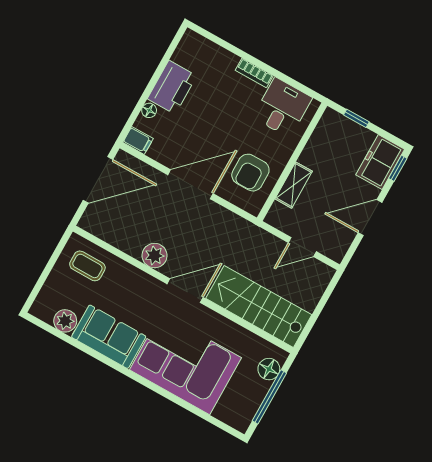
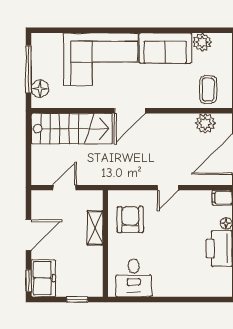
bookcase: (254, 73) -> (167, 291), removed
door: (190, 184) -> (168, 188), width x0.53
plant: (155, 256) -> (205, 123), moved
coffee table: (87, 266) -> (208, 90), turned 90

